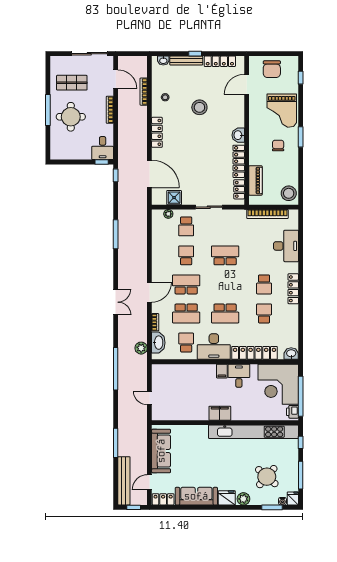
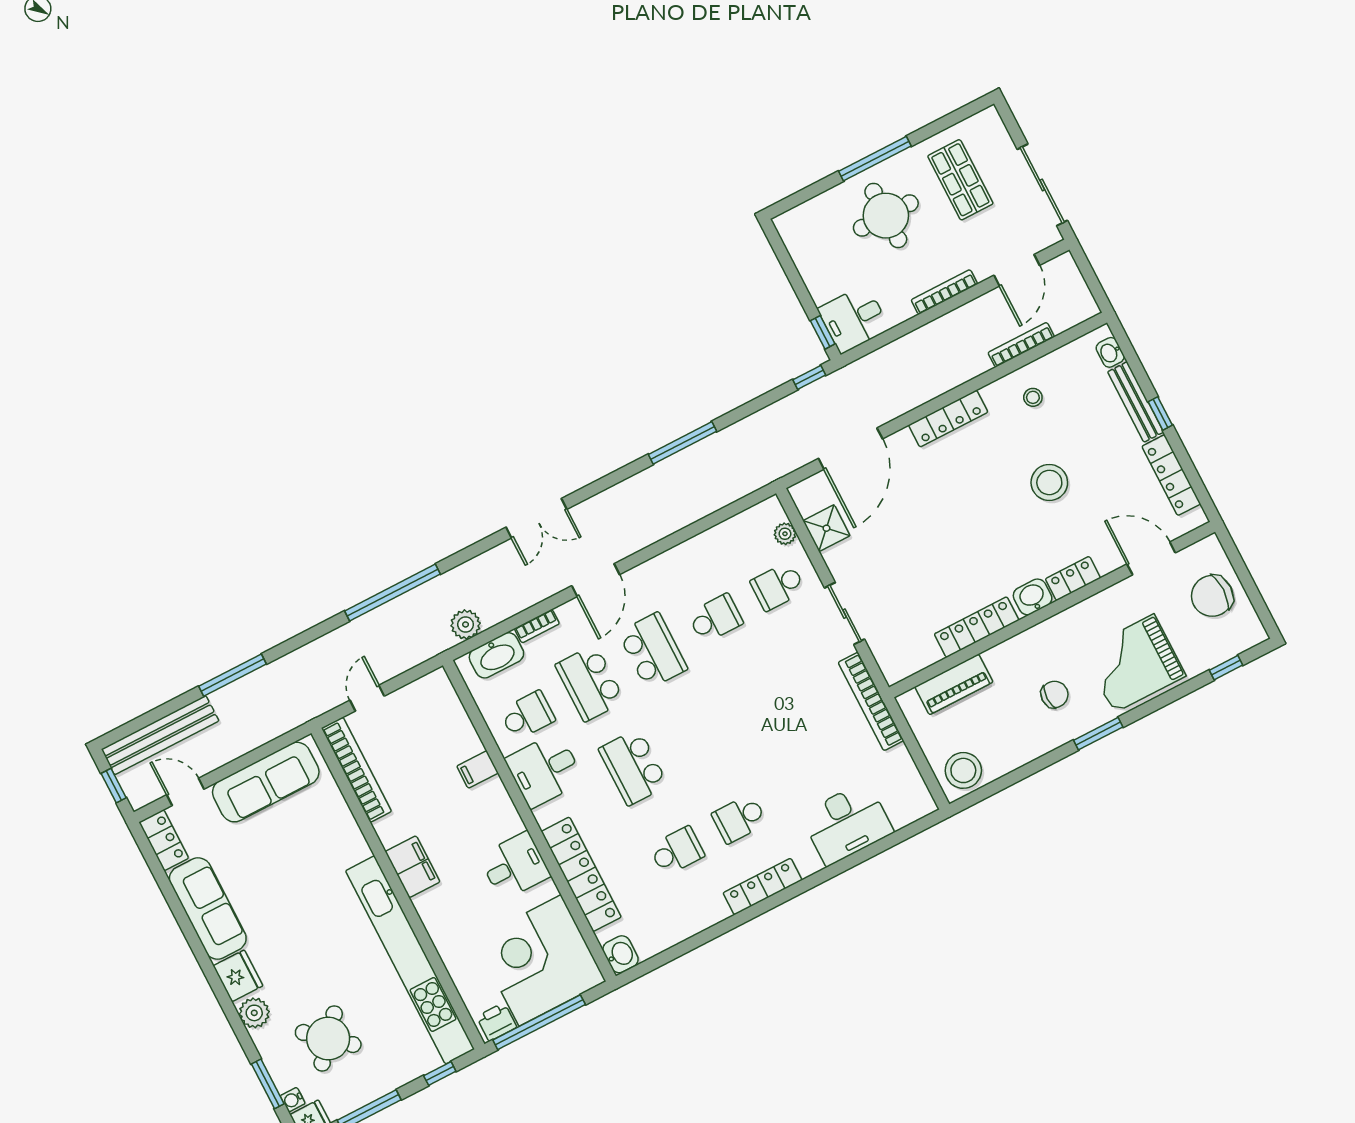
locker: (239, 189) -> (1073, 578), moved
bookcase: (267, 214) -> (871, 701), moved
school desk: (225, 255) -> (759, 702), removed
door: (149, 292) -> (596, 580), hinge flipped
desk: (214, 347) -> (545, 770), width x0.73
filing cabinet: (222, 371) -> (478, 769), moved
bookcase: (174, 415) -> (356, 770), added

